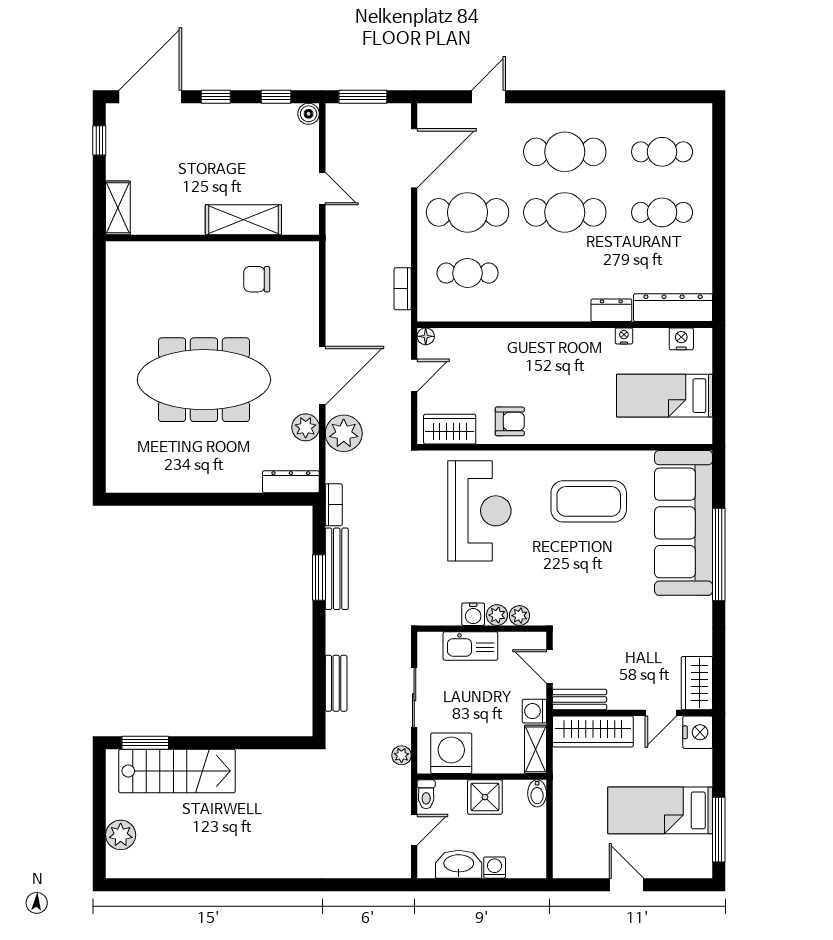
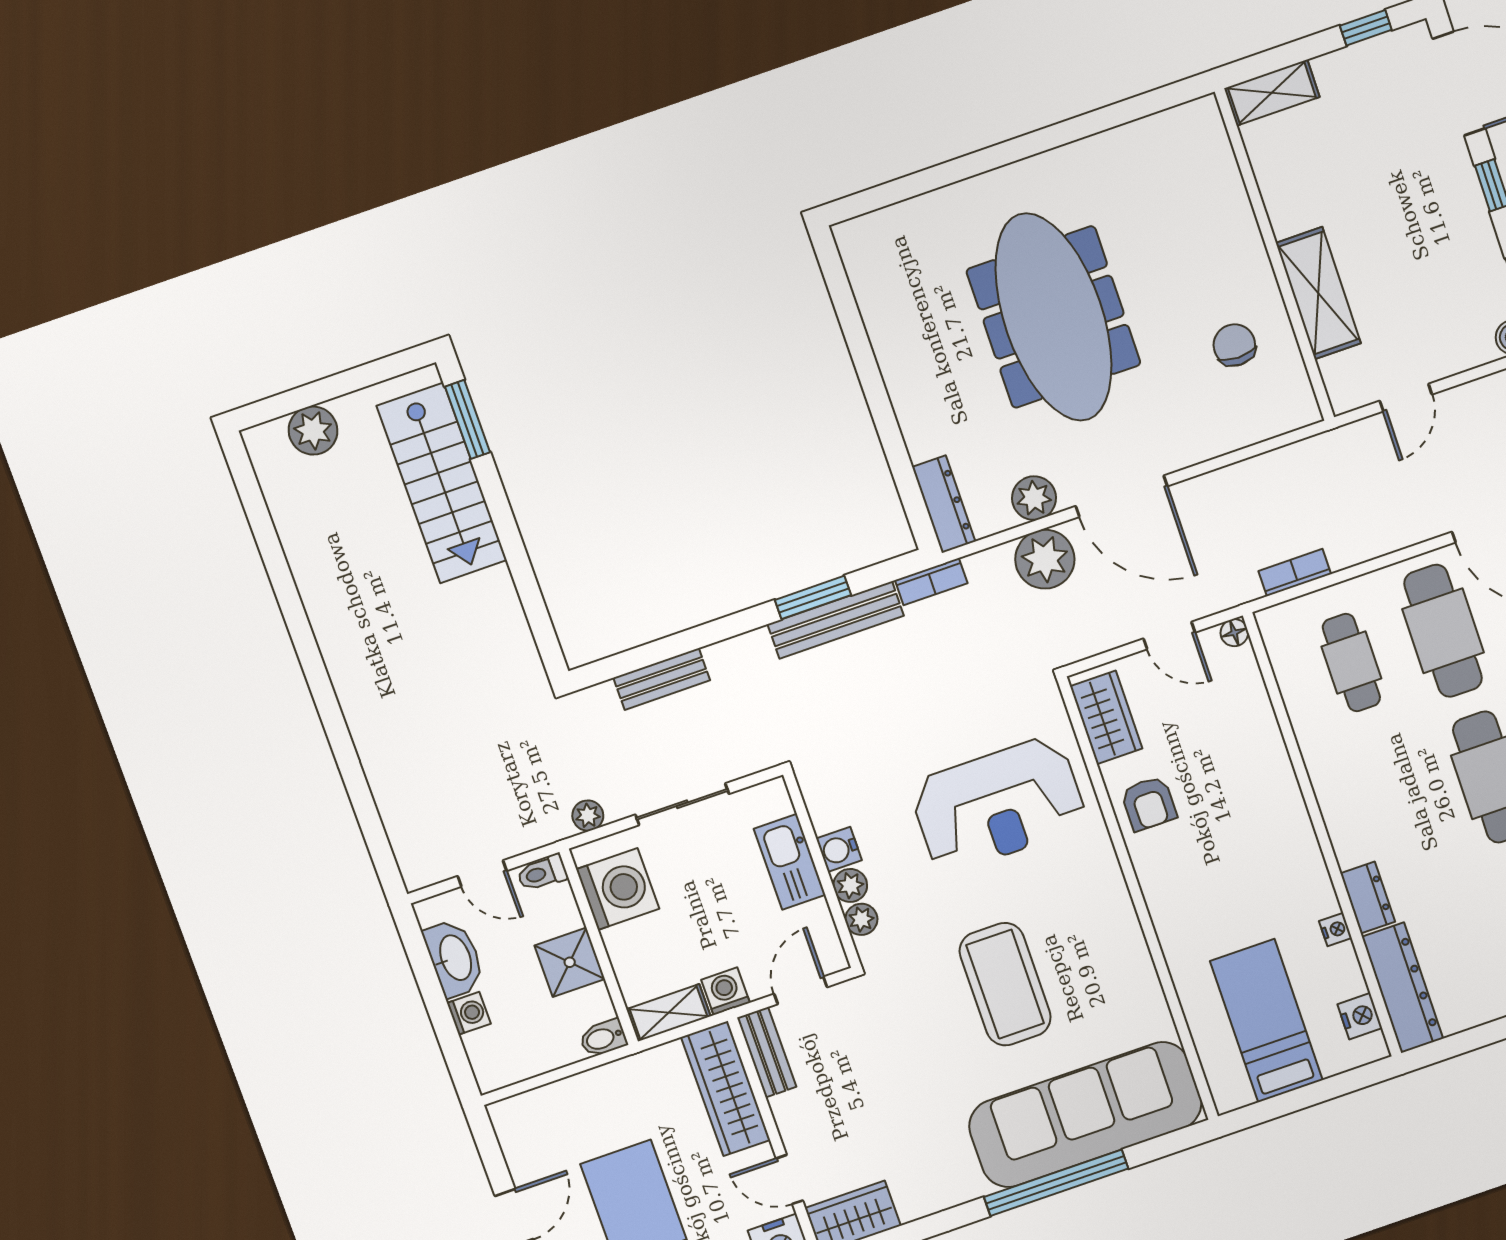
coffee table: (589, 501) -> (1005, 984), moved

